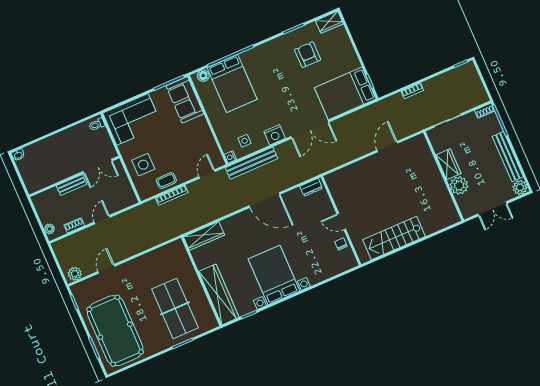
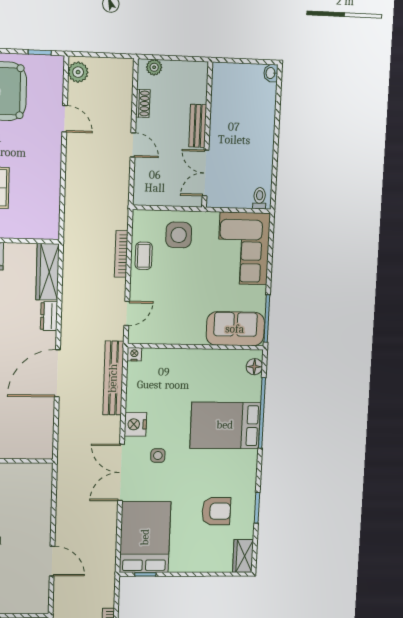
bed: (232, 84) -> (225, 425), moved
side table: (245, 141) -> (158, 456), moved
door: (207, 174) -> (127, 313), hinge flipped
dresser: (311, 187) -> (49, 316), moved

